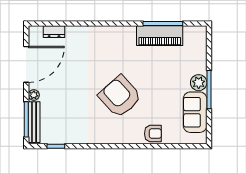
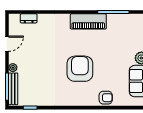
piano: (160, 36) -> (88, 21), moved
door: (26, 64) -> (7, 44), width x0.53
armchair: (120, 96) -> (80, 69), turned 42

